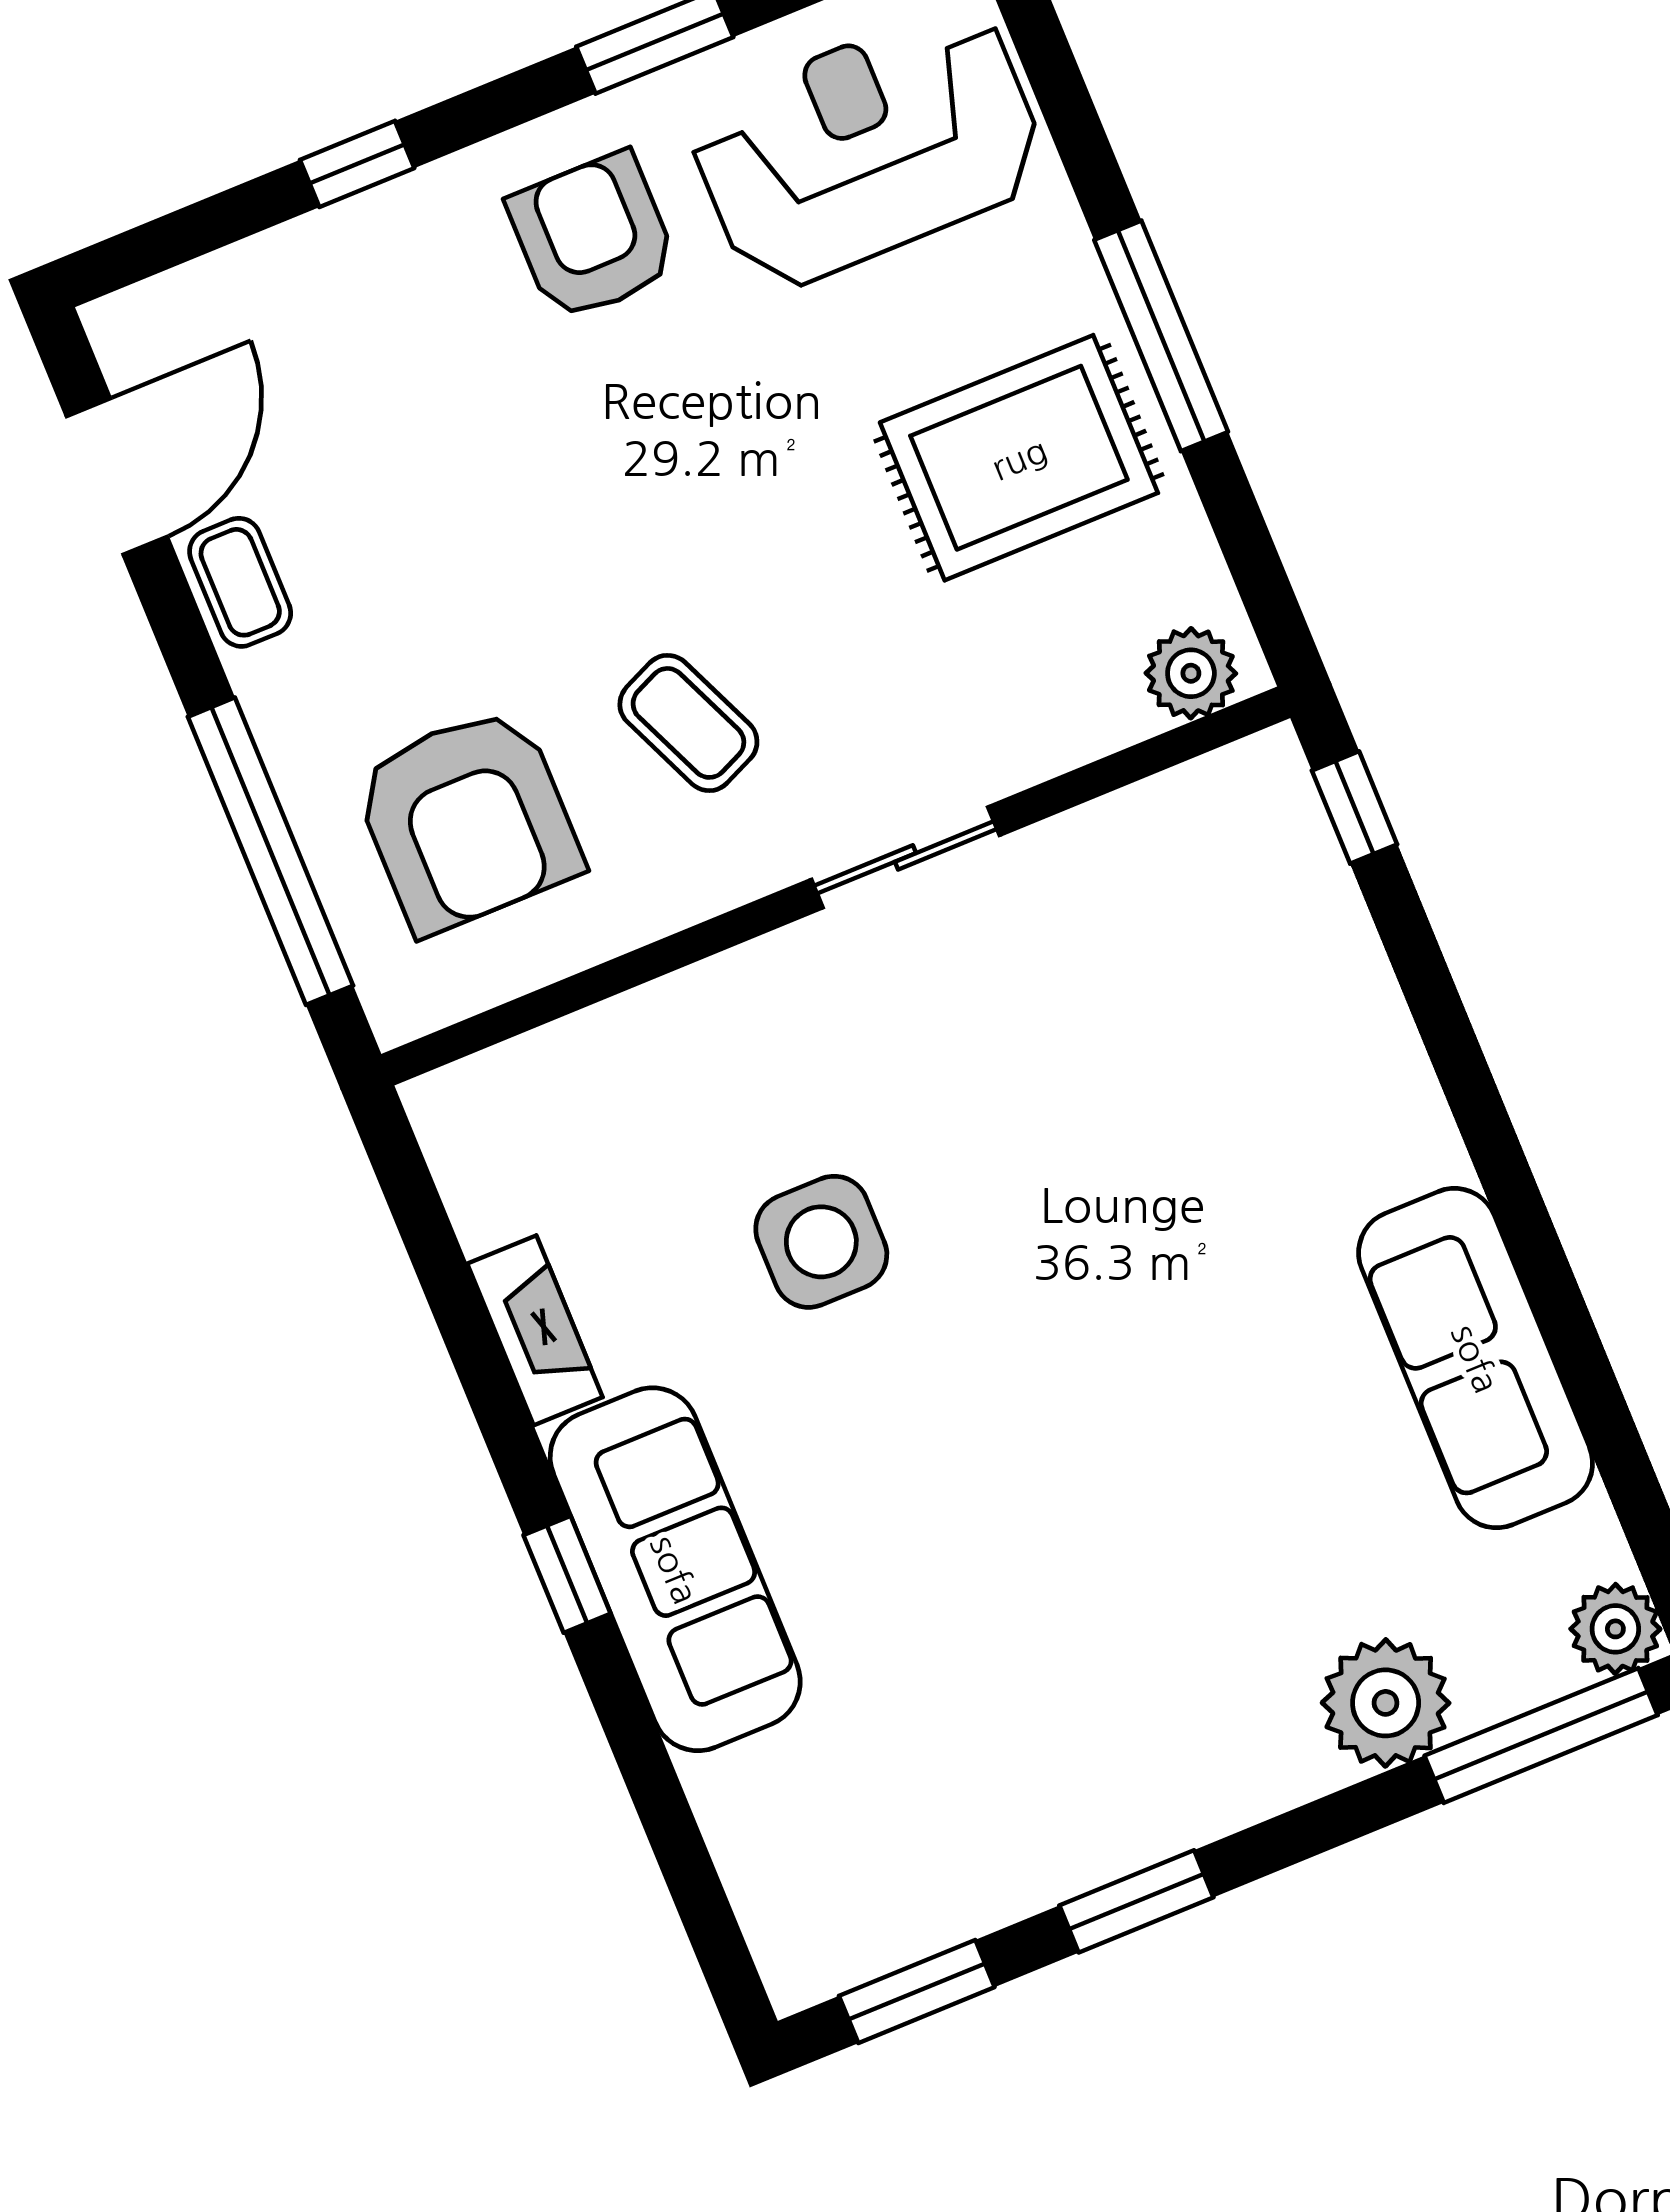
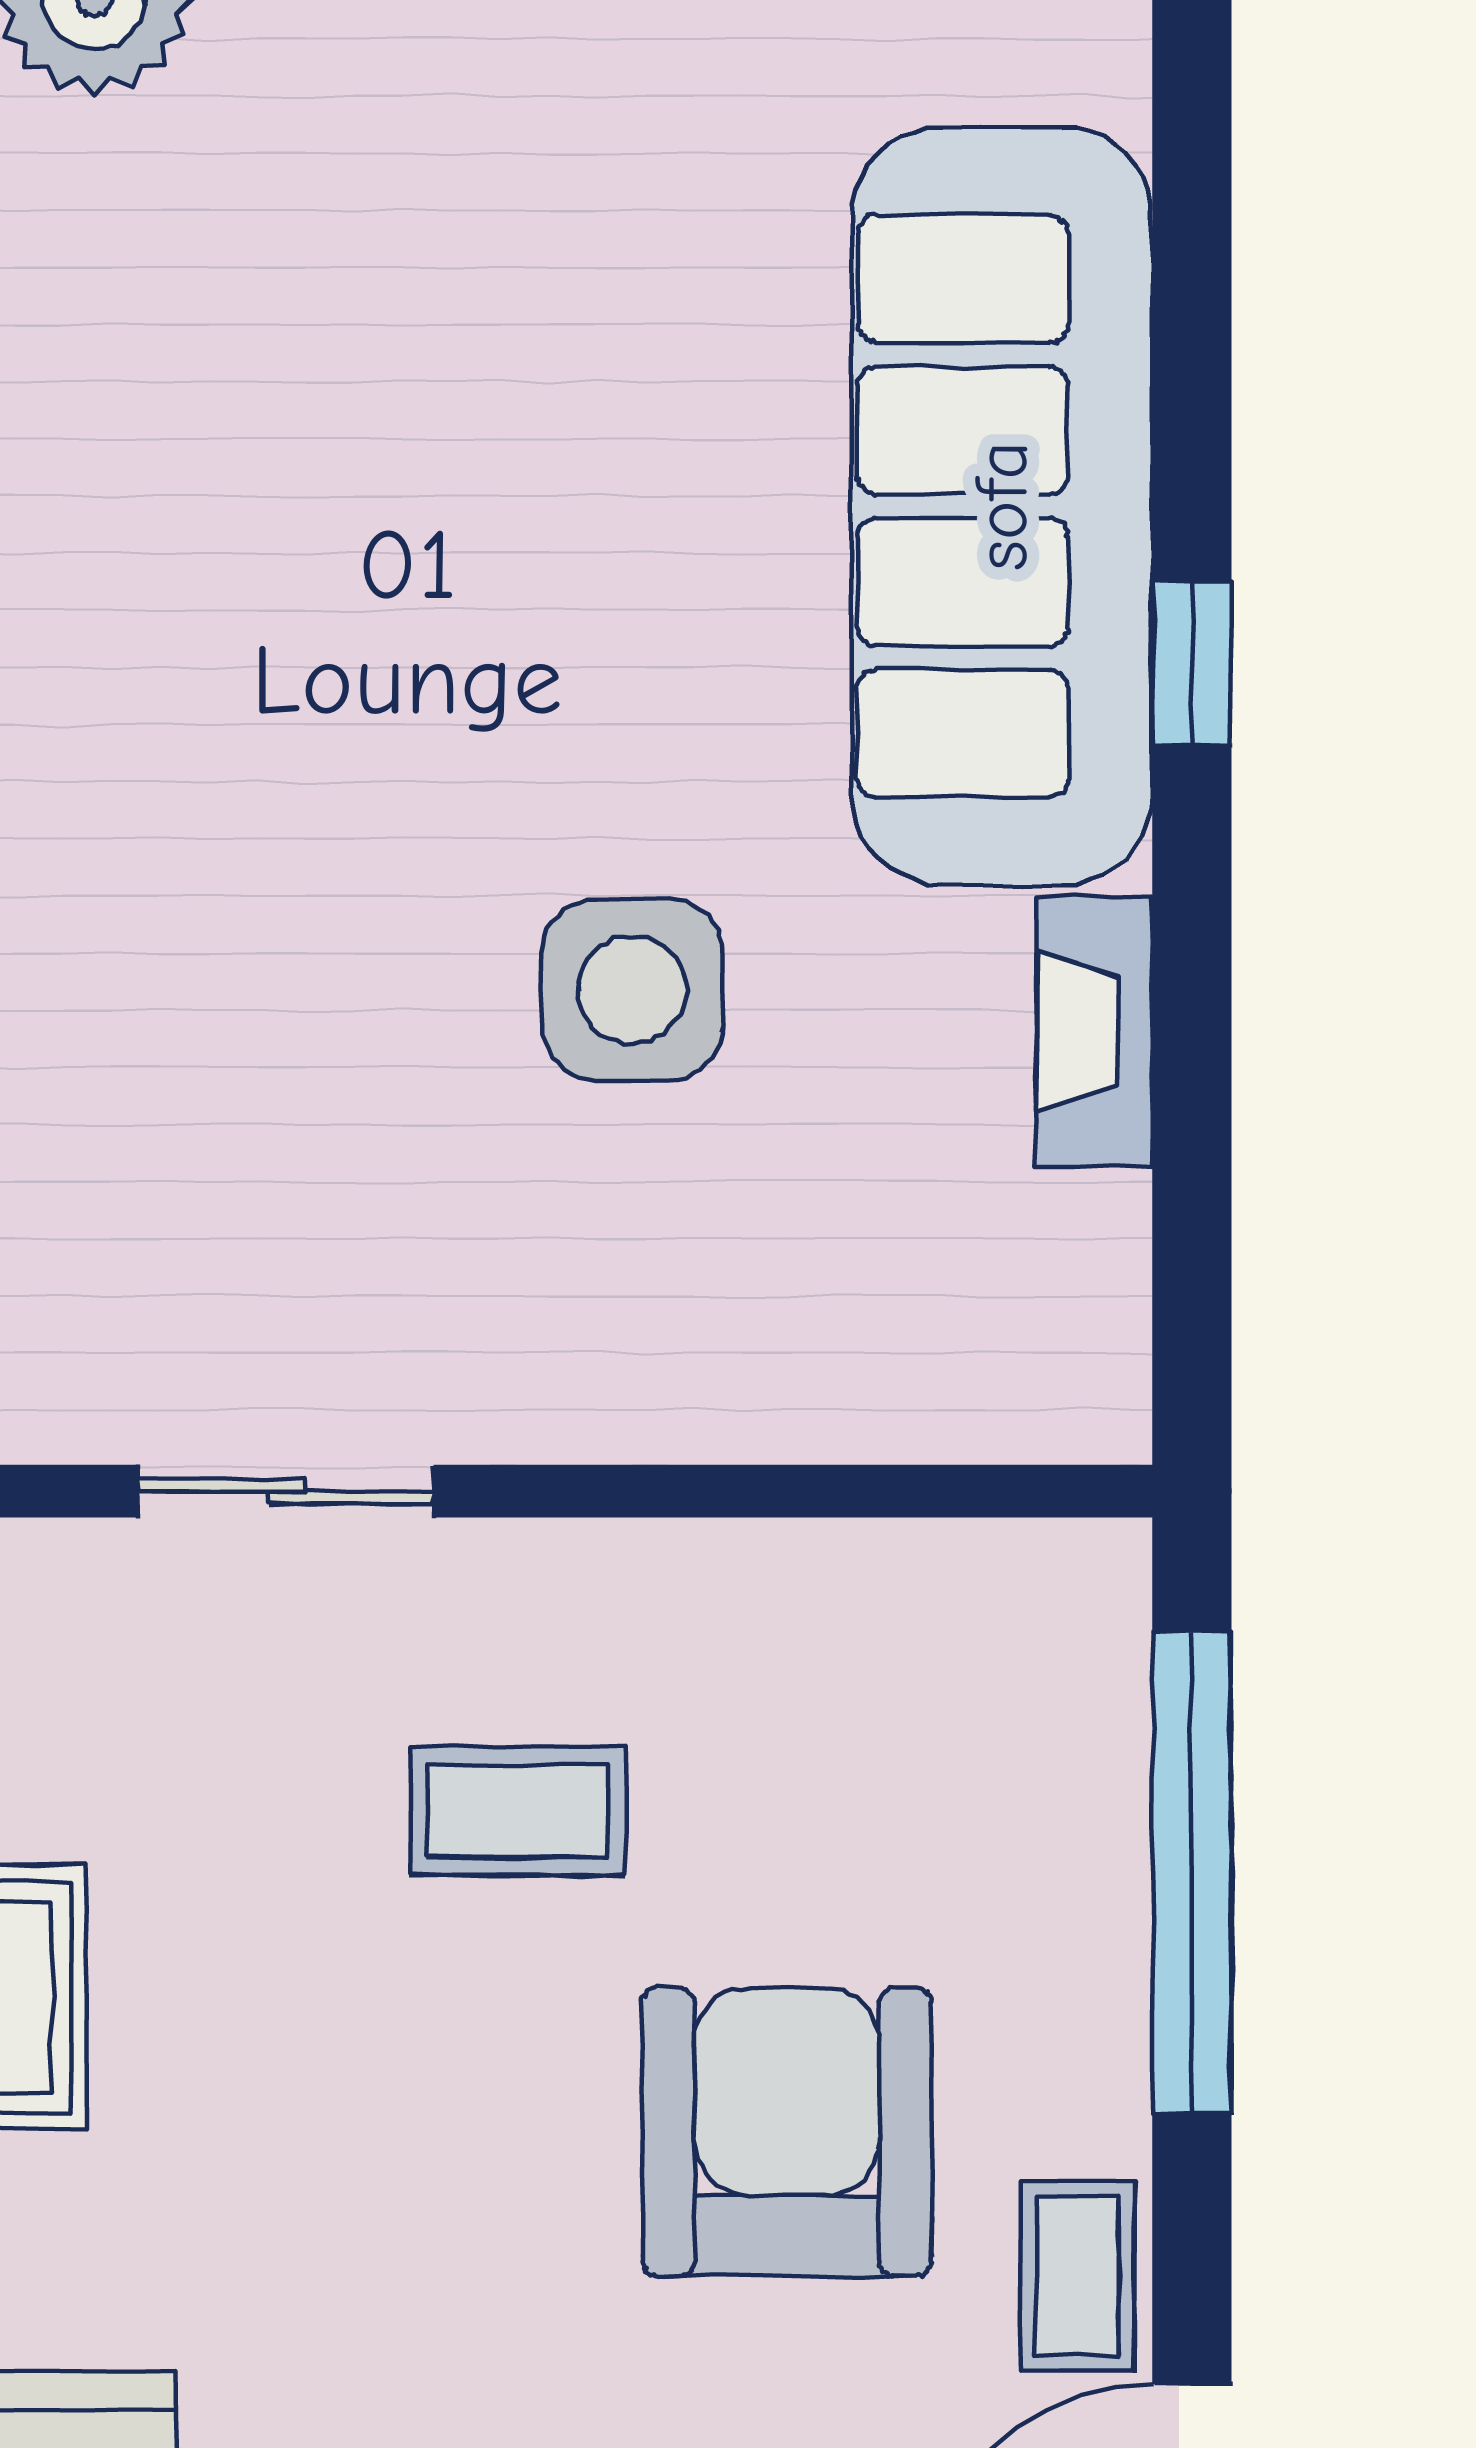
coffee table: (688, 723) -> (518, 1811), turned -66
armchair: (467, 820) -> (787, 2132), moved
sofa: (675, 1569) -> (1002, 506), width x1.36, depth x1.27

